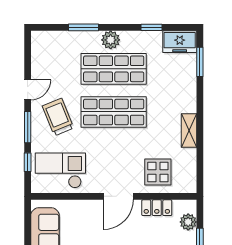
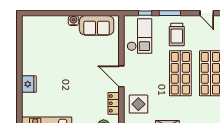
door: (28, 90) -> (207, 13), moved
trolley: (58, 117) -> (177, 34), turned 112

